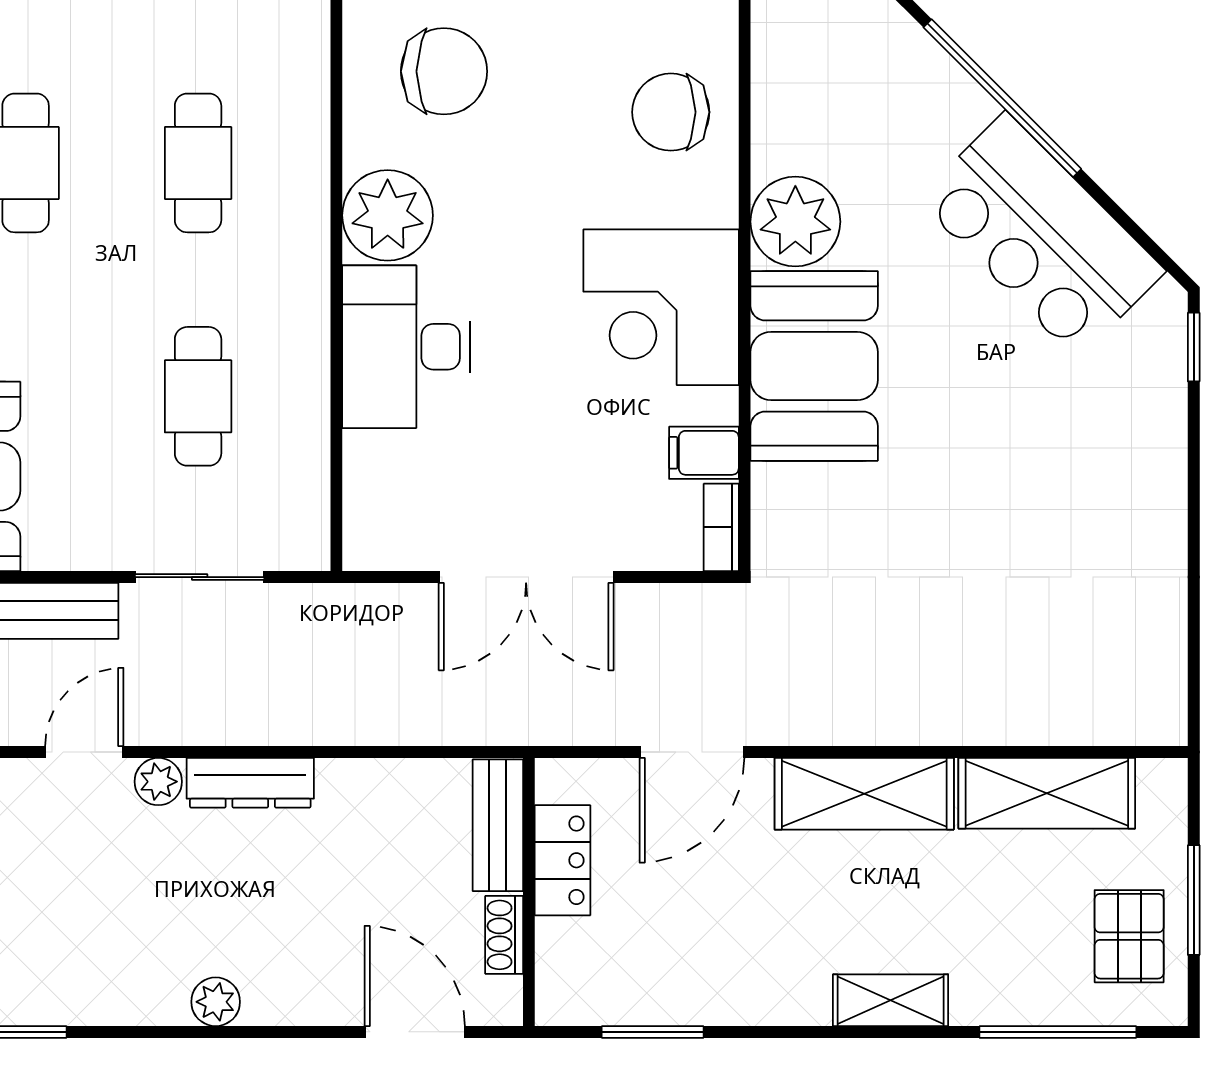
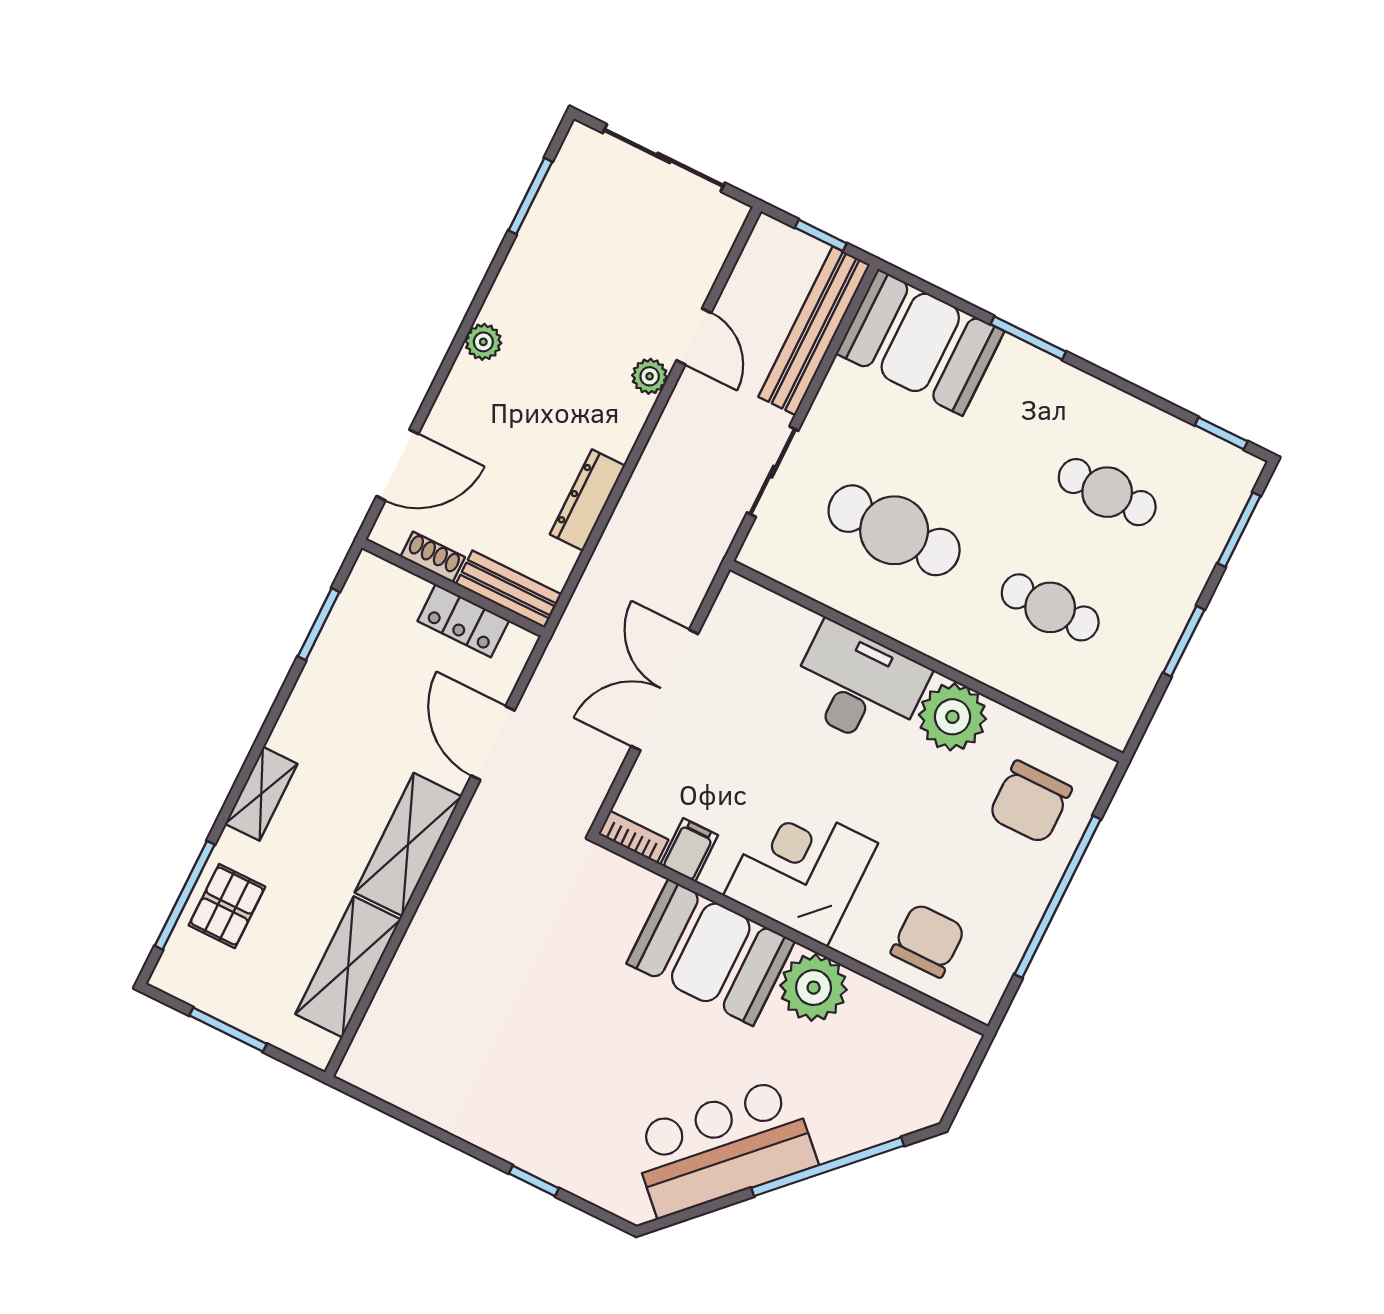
window: (1194, 347) -> (534, 1181), moved
cafe table: (198, 396) -> (894, 530), width x1.37, depth x1.35
dresser: (250, 783) -> (587, 500), moved
pallet: (1129, 936) -> (227, 906), moved, turned 90

